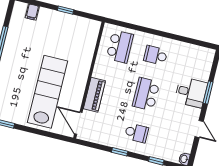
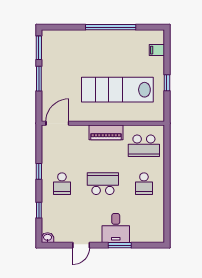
school desk: (156, 55) -> (144, 184), turned 180
lab bench: (48, 92) -> (117, 90), moved, turned 180
piano: (94, 95) -> (106, 132), moved
window: (32, 130) -> (39, 79), added

